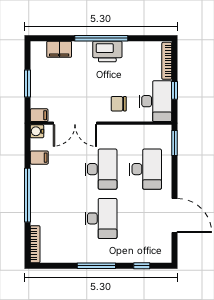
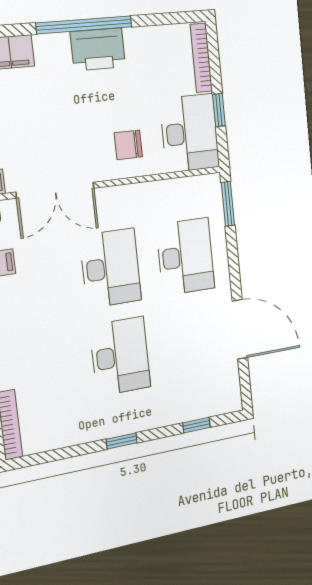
window: (96, 266) -> (122, 441), width x0.46

